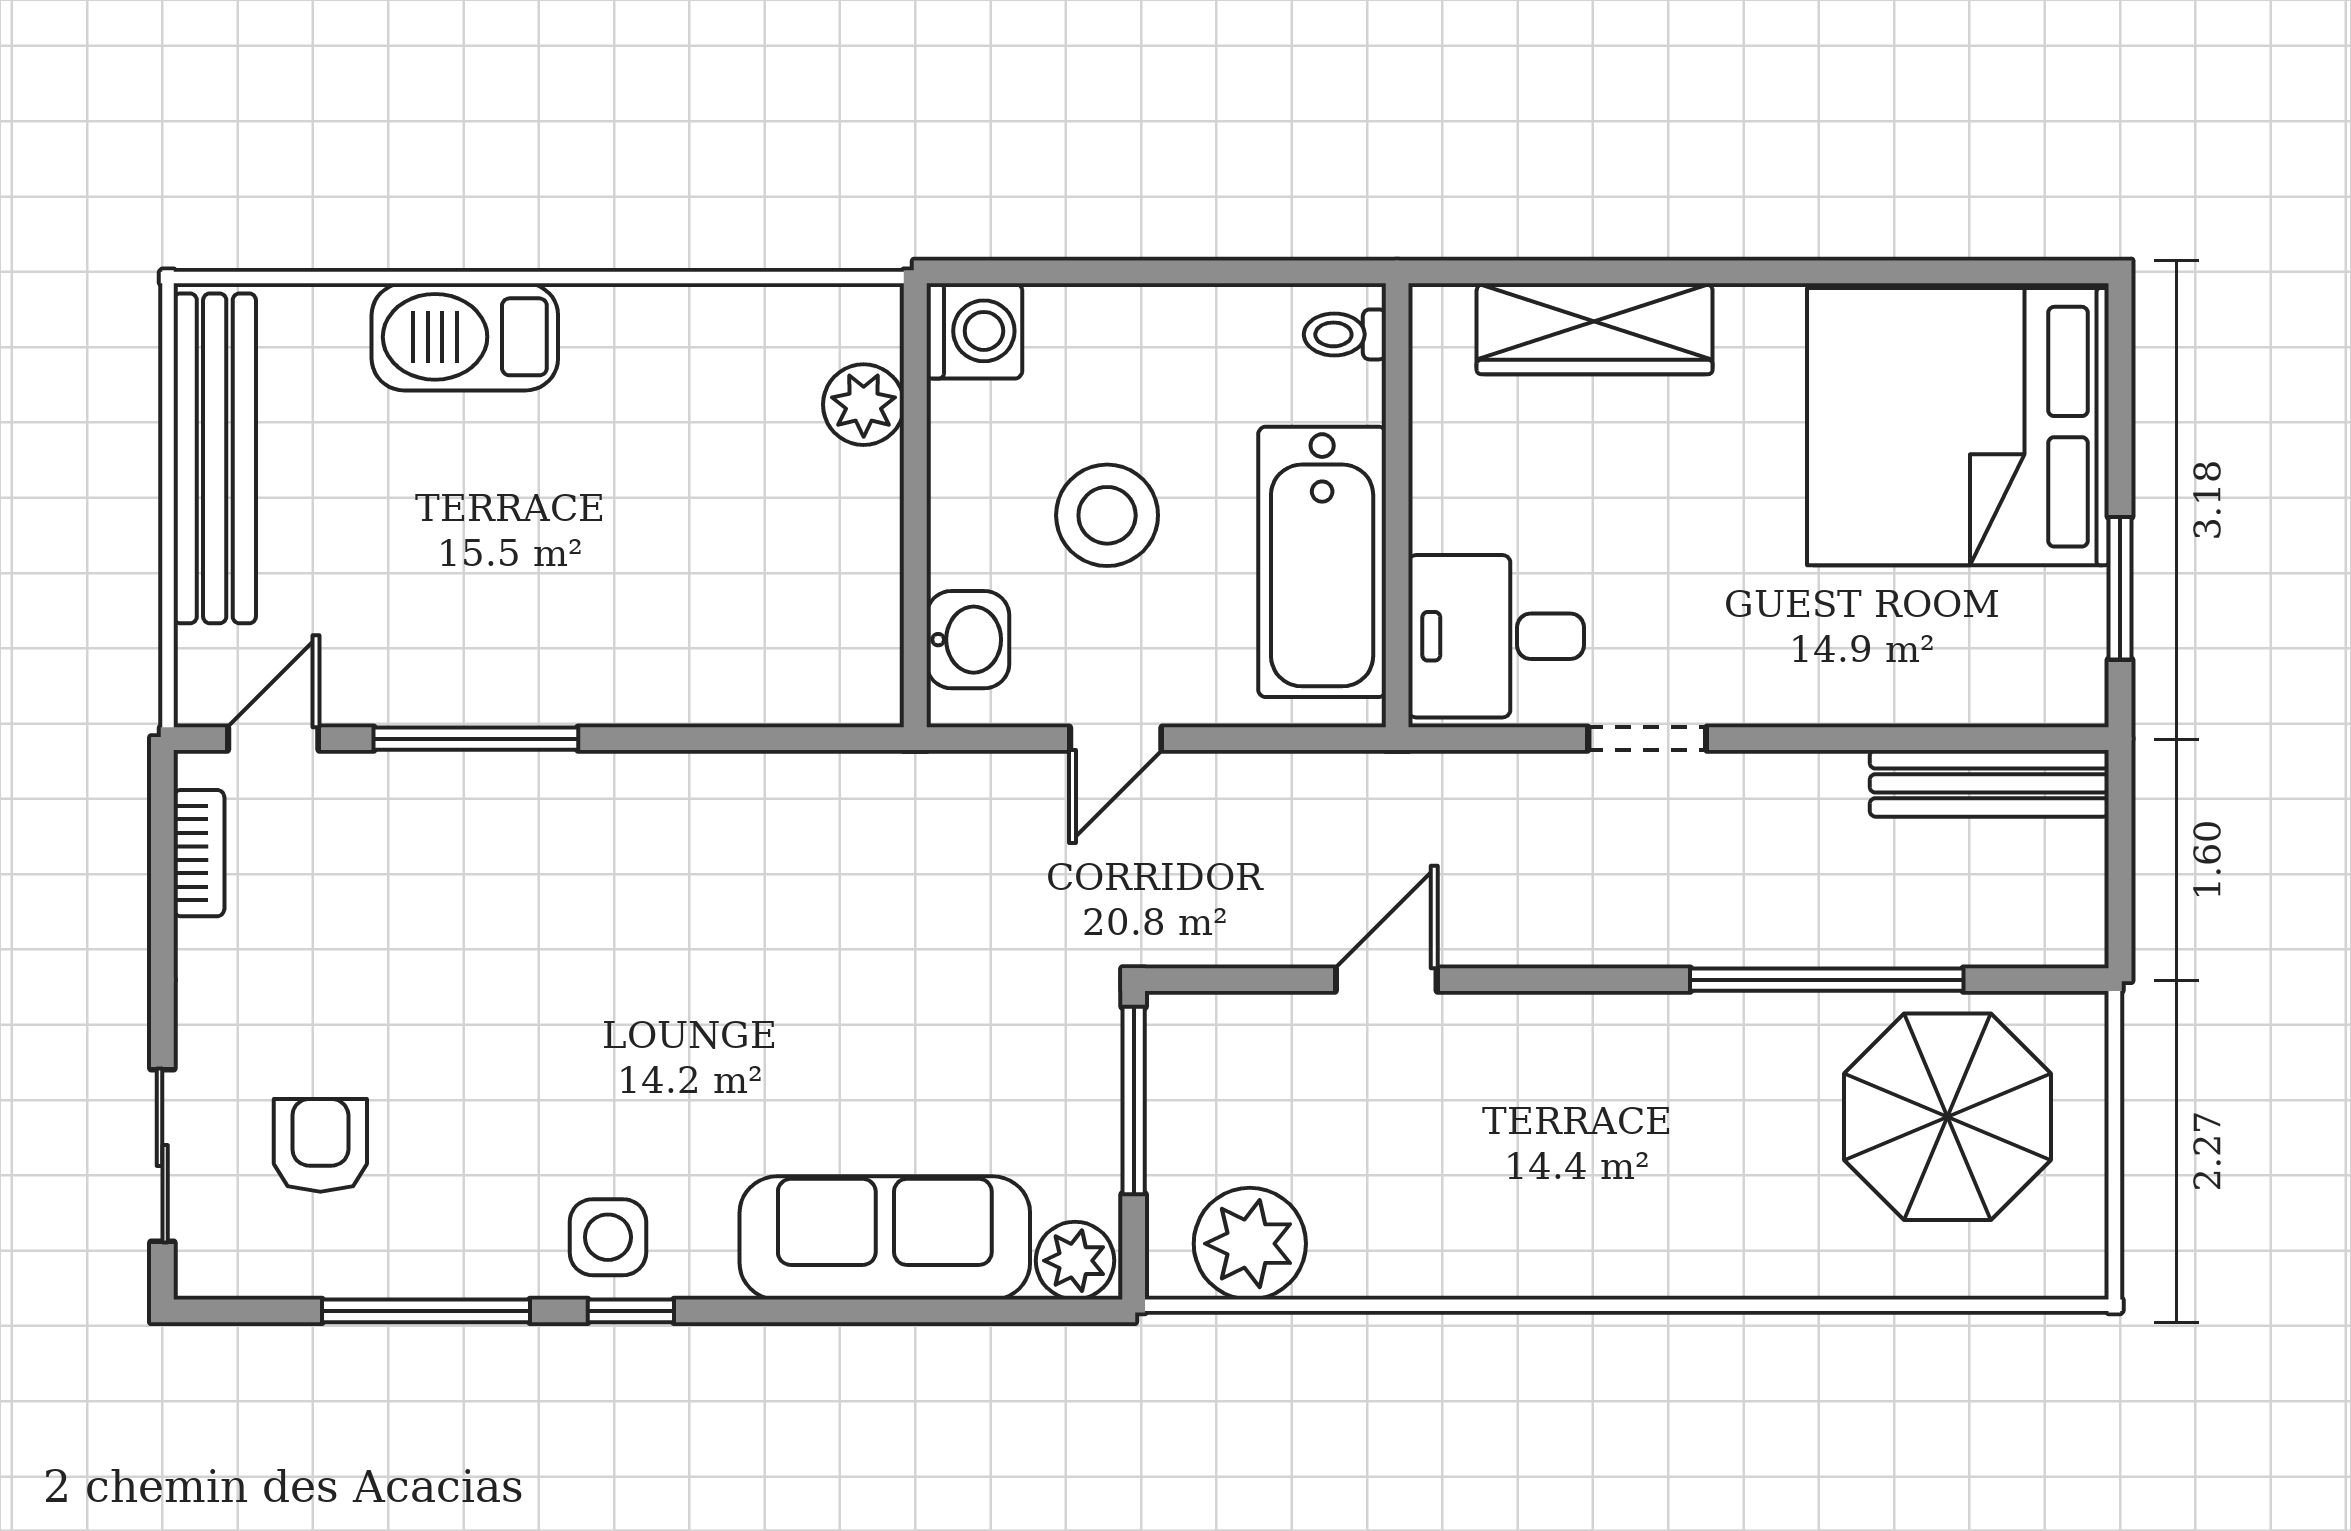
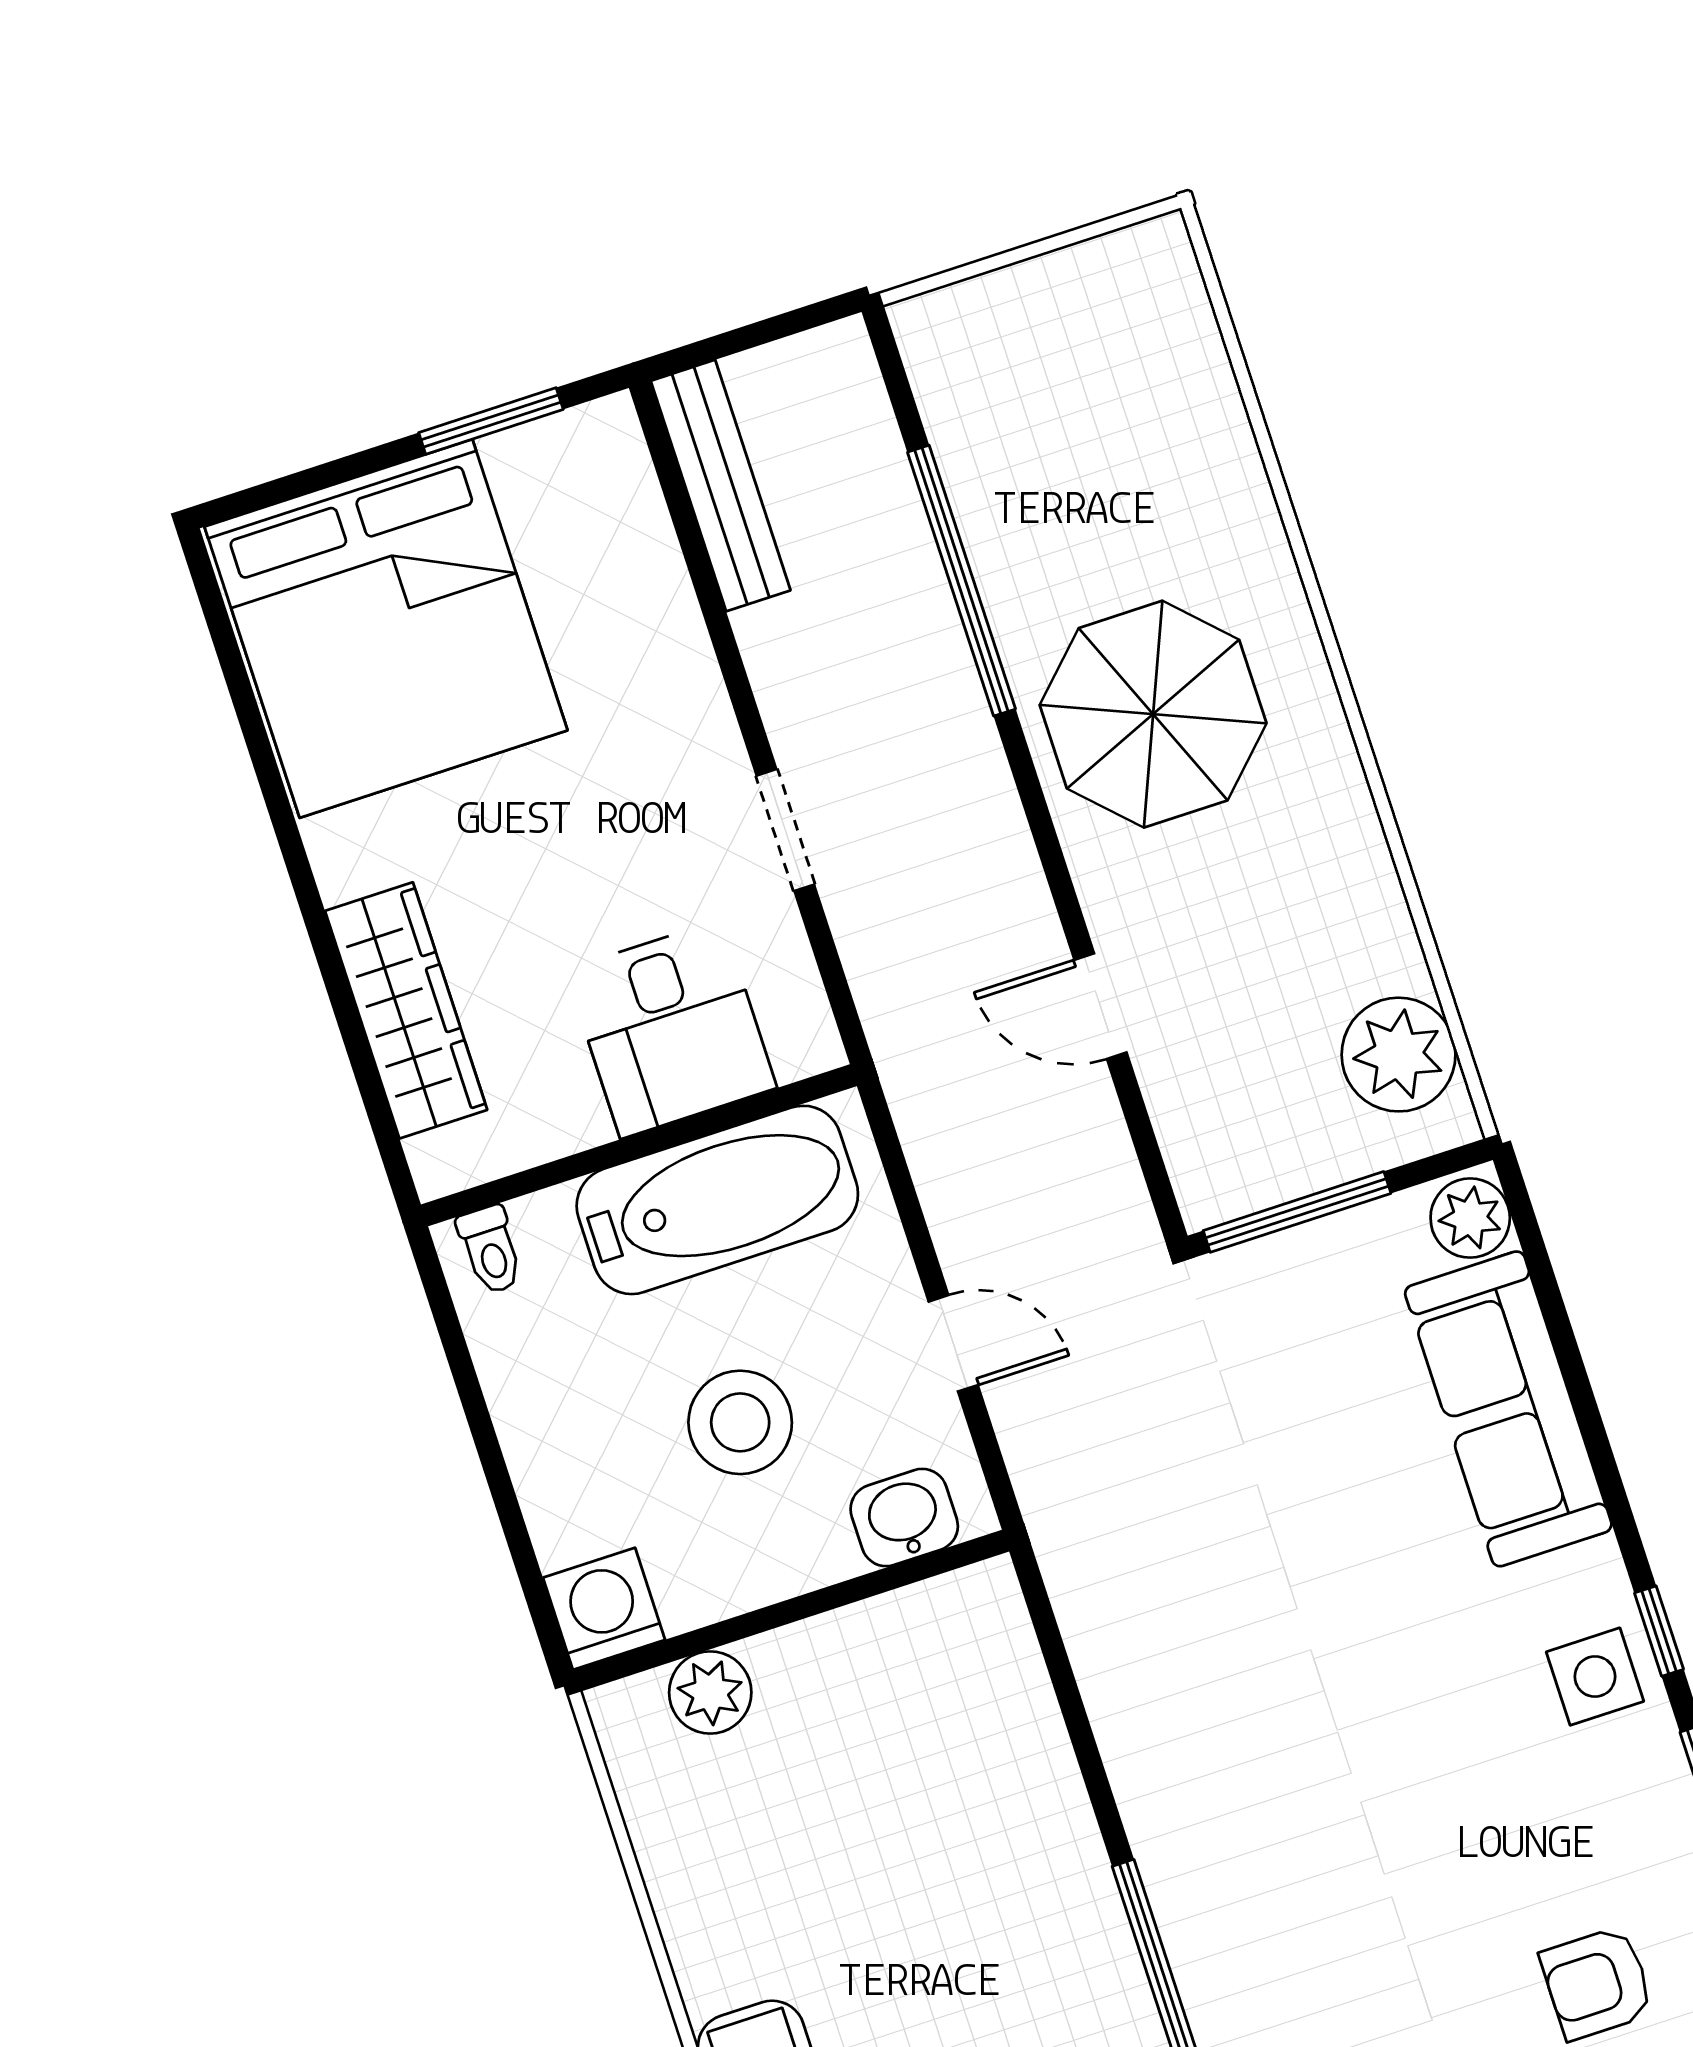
desk: (1496, 636) -> (671, 1029), moved
parasol: (1948, 1117) -> (1153, 714), moved

